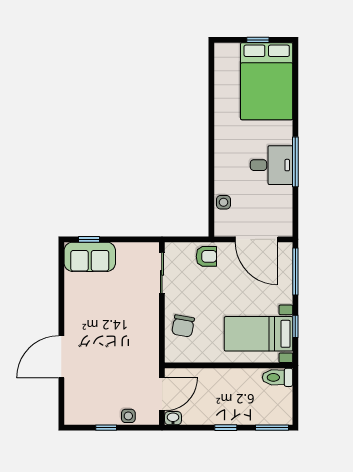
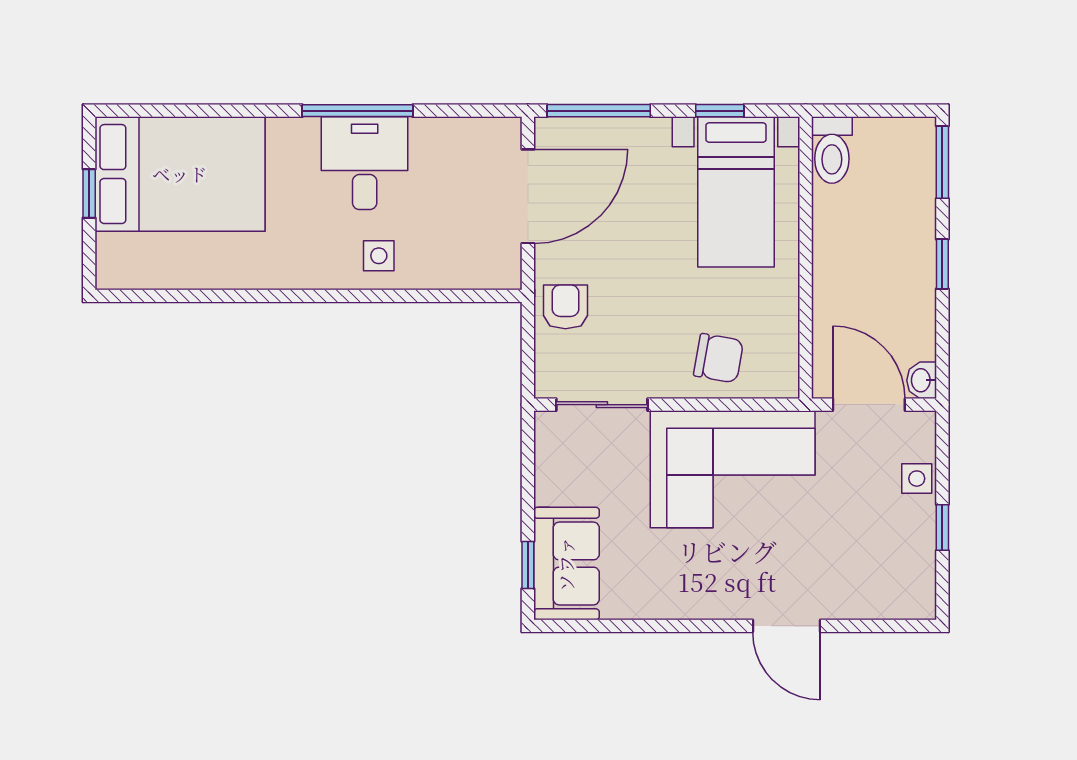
side table: (224, 202) -> (379, 256), moved
corner sofa: (133, 332) -> (733, 469), added
door: (61, 357) -> (786, 626), width x0.73

